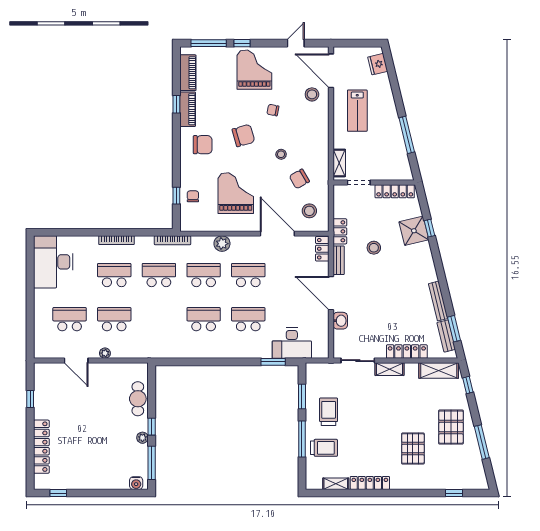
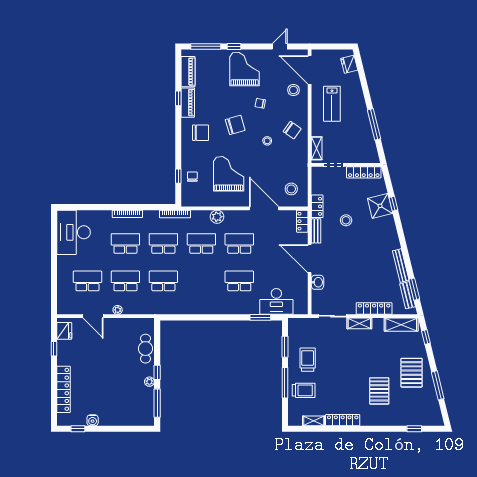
chair: (299, 179) -> (292, 130), moved, turned -115
school desk: (204, 319) -> (163, 281), moved
fridge: (42, 378) -> (64, 331), added
water cooler: (136, 483) -> (93, 420), moved

